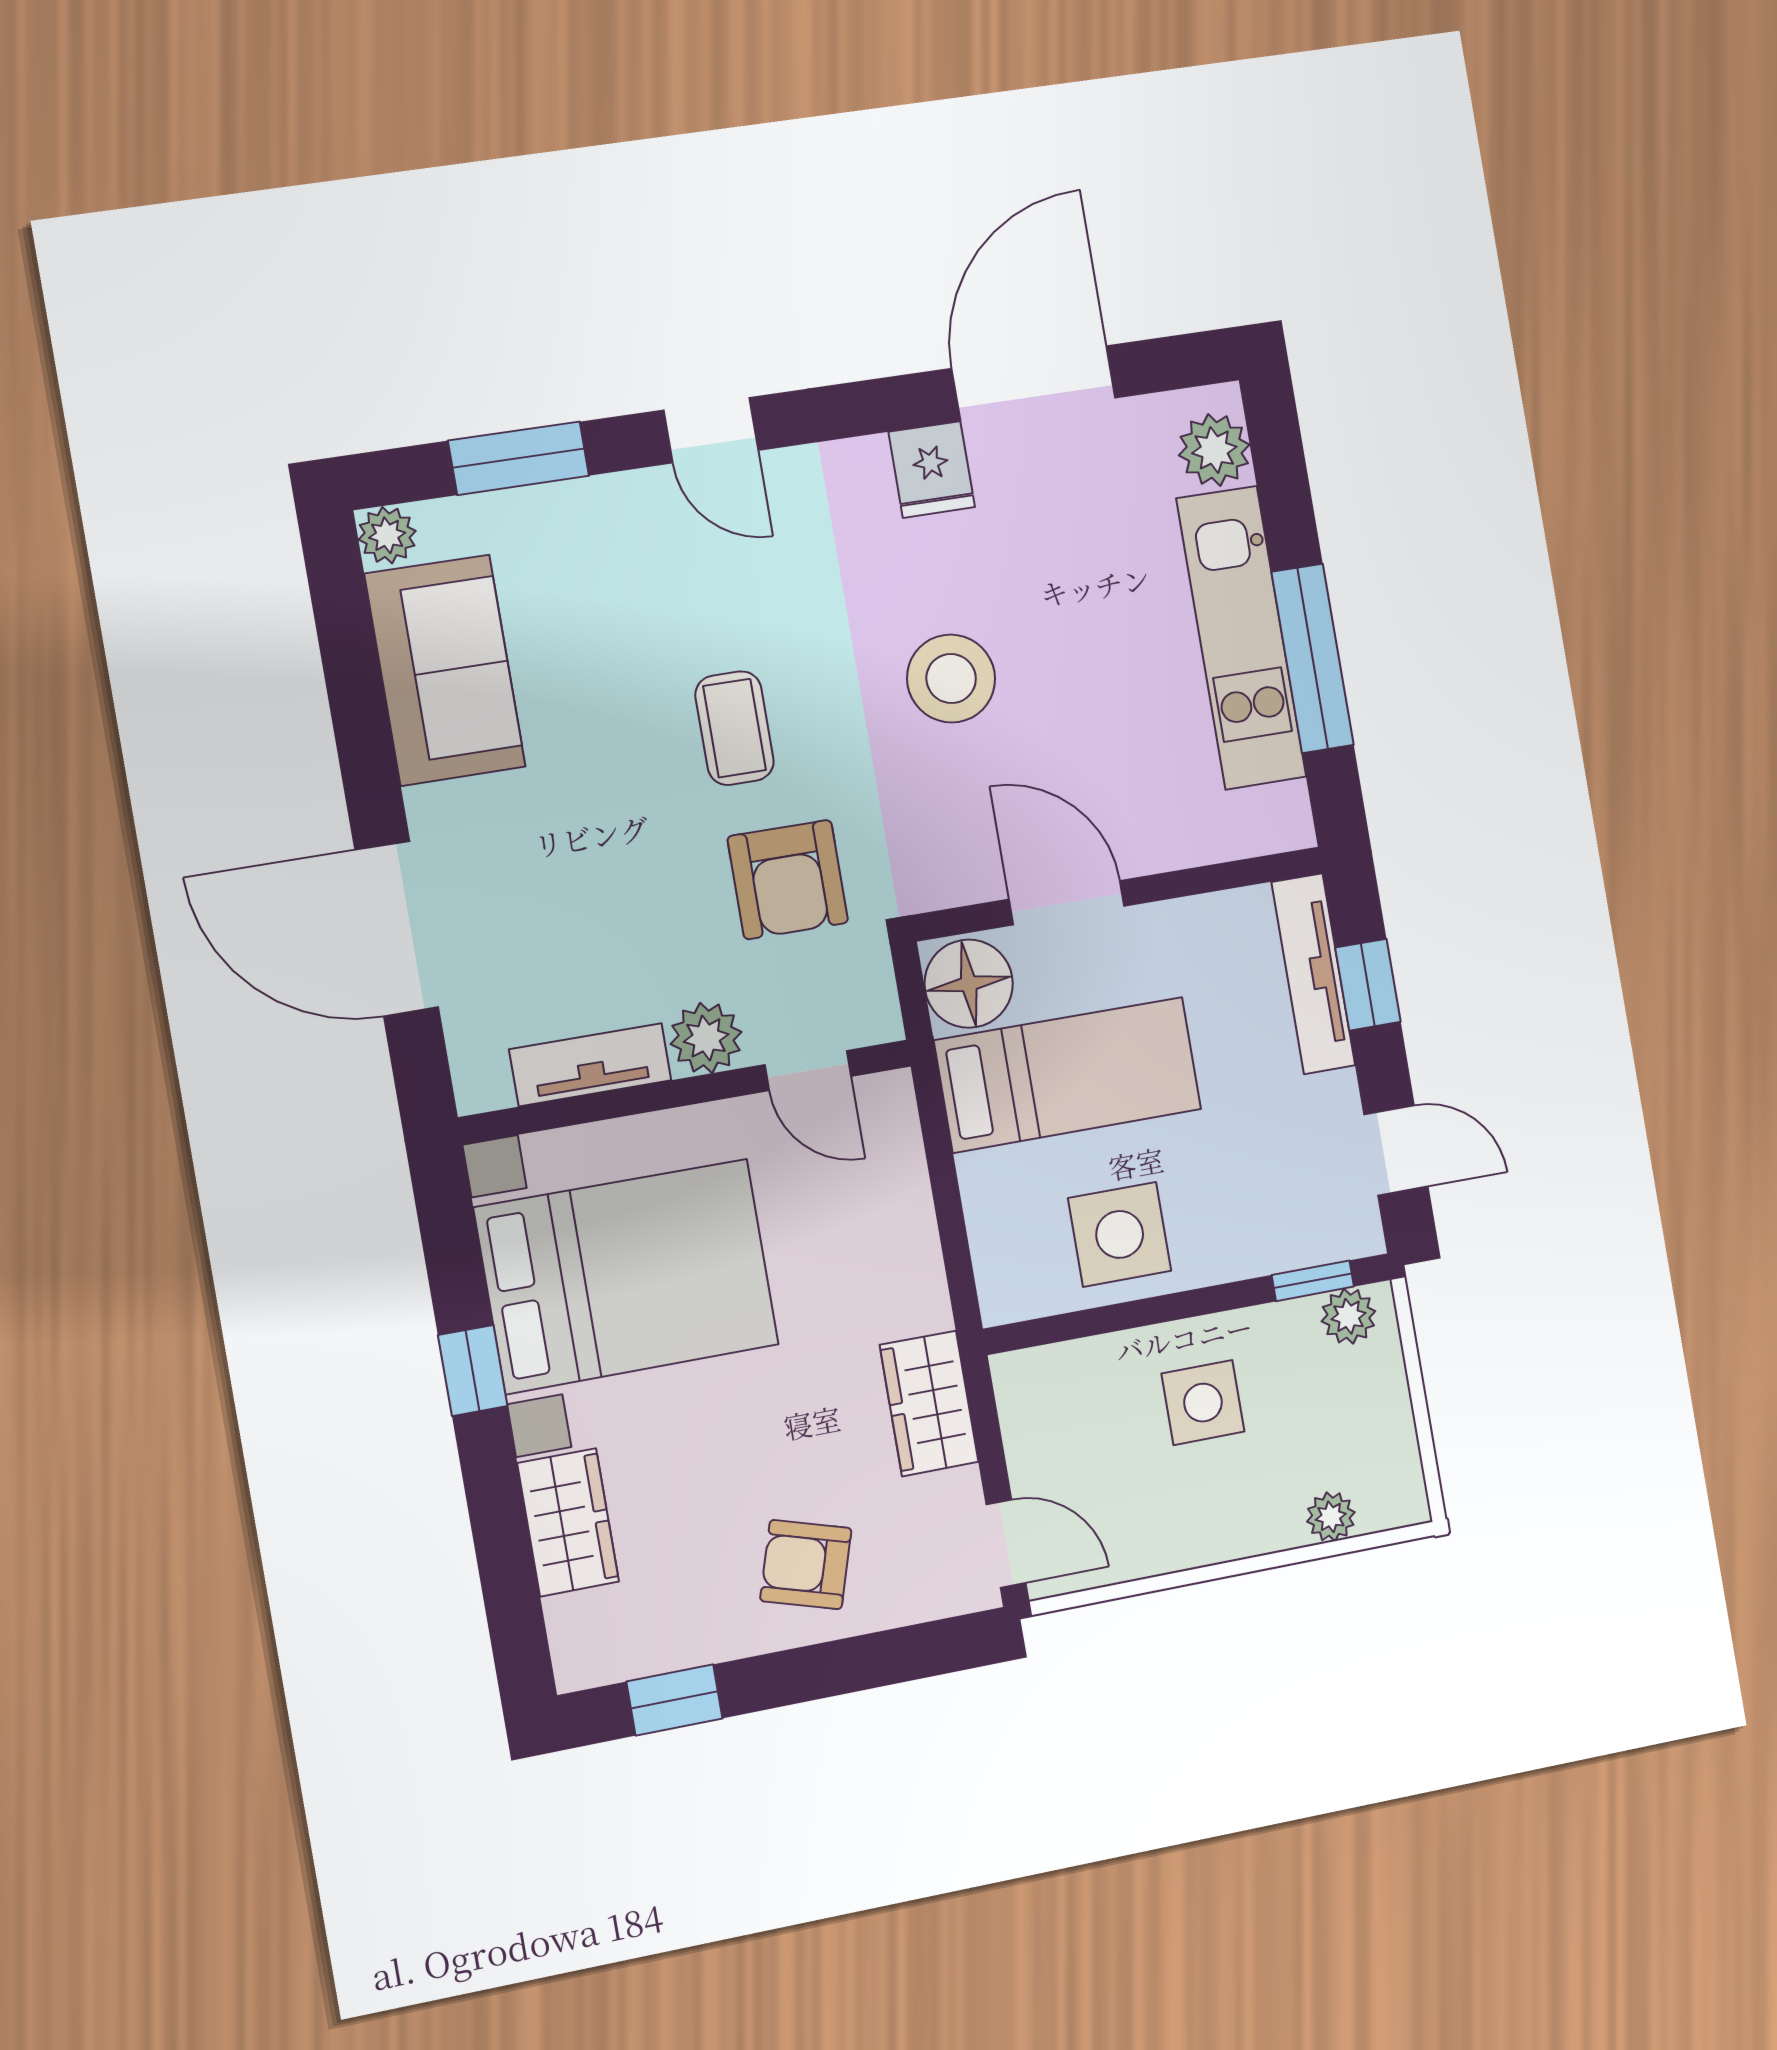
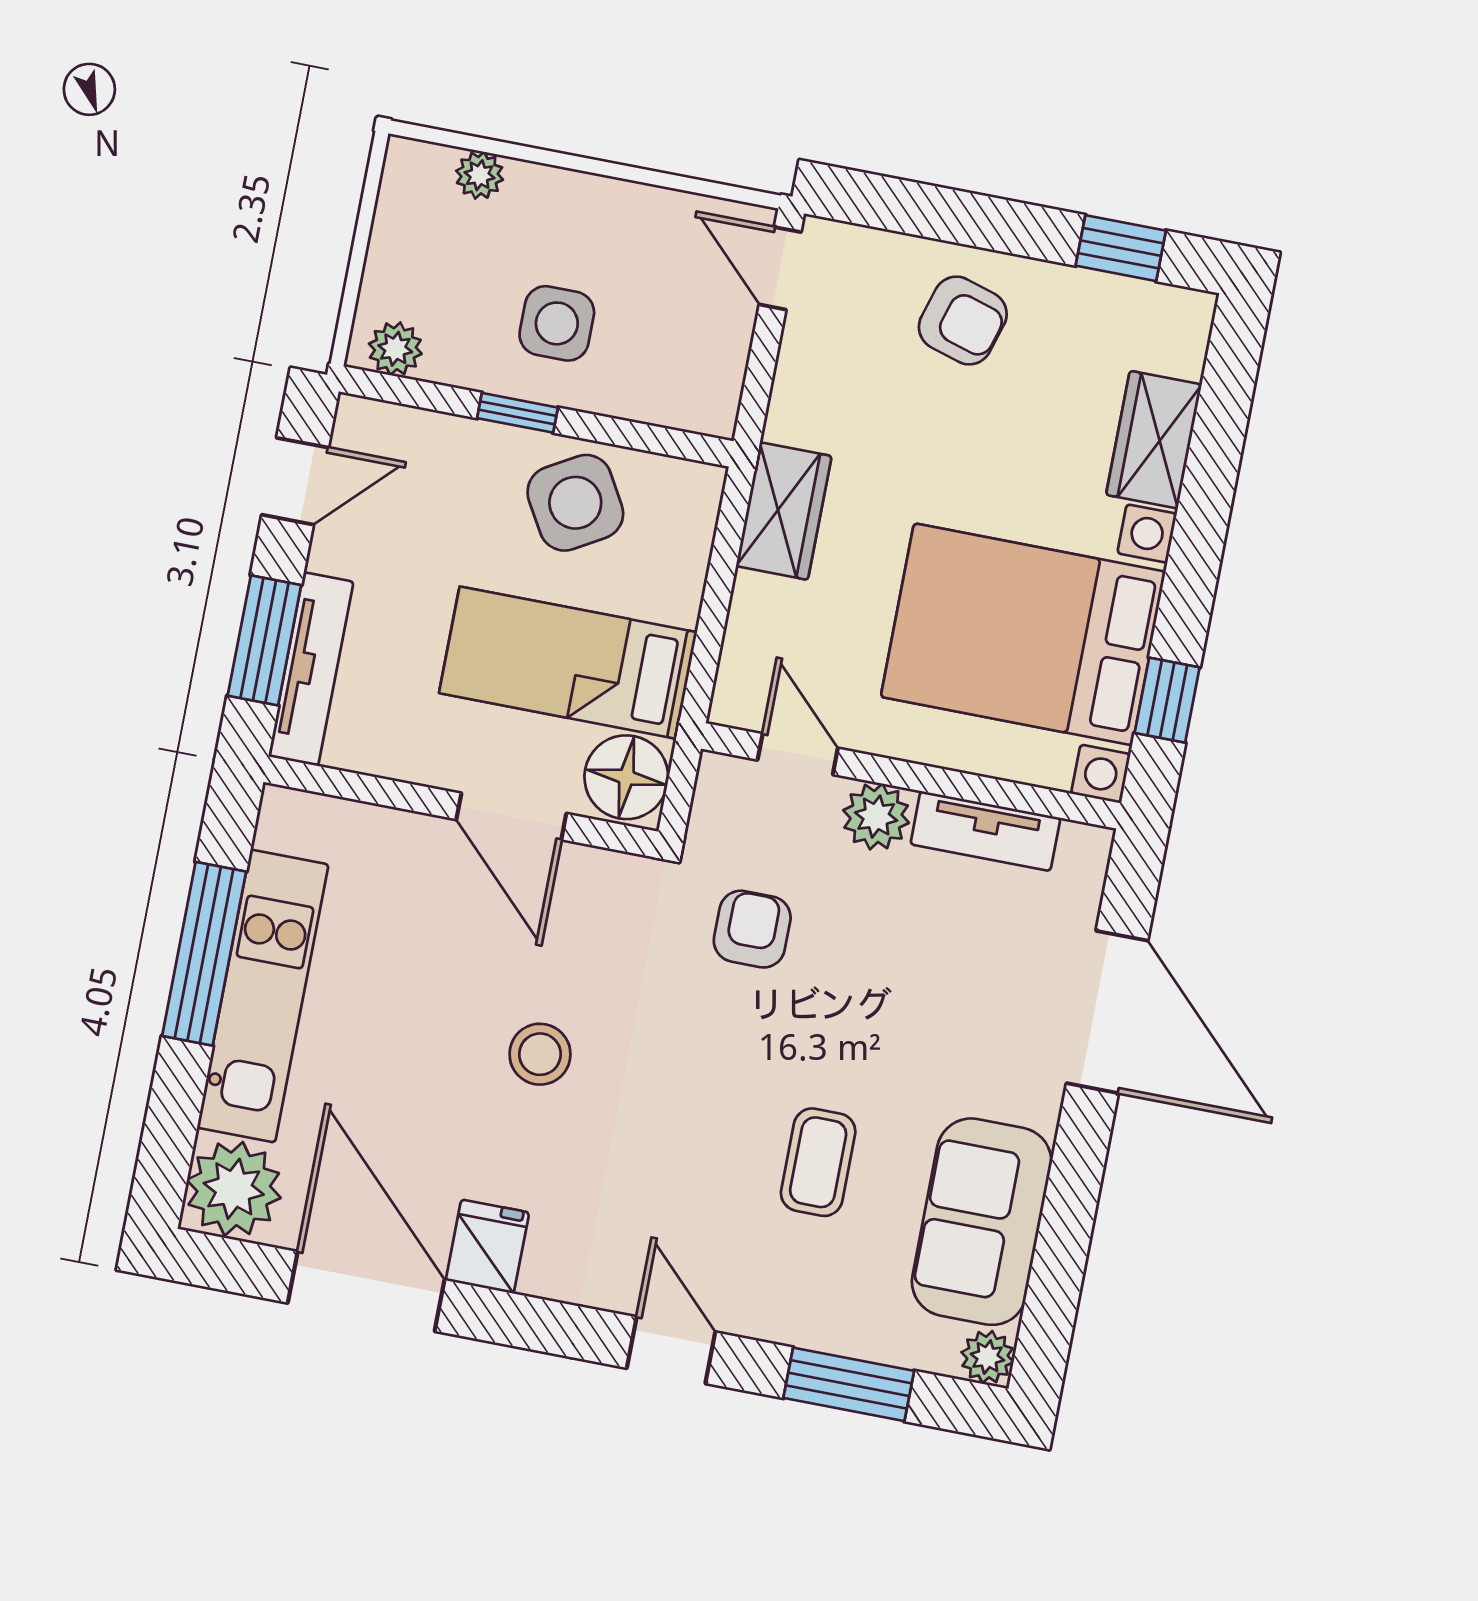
door: (1034, 383) -> (366, 1291), swing flipped
plant: (1214, 450) -> (234, 1189), width x1.36, depth x1.36
stool: (951, 679) -> (540, 1054), width x0.73, depth x0.73
coffee table: (735, 728) -> (818, 1162), moved
armchair: (788, 880) -> (752, 929), width x0.72, depth x0.72
window: (1368, 985) -> (264, 640), width x1.50
door: (1396, 1150) -> (295, 481), swing flipped
side table: (1120, 1234) -> (575, 503), turned -30
window: (1313, 1281) -> (517, 413), moved
window: (473, 1371) -> (1167, 700), moved
wardrobe: (929, 1403) -> (784, 511), moved

